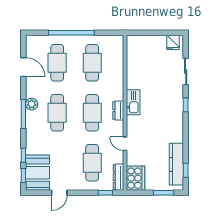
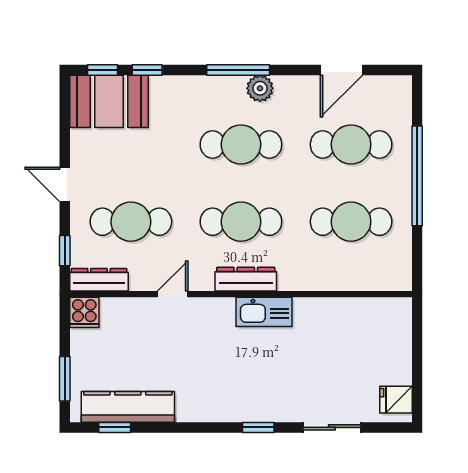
dresser: (118, 111) -> (246, 279), width x1.44
cooker: (136, 178) -> (84, 312), width x0.53, depth x0.76
door: (59, 193) -> (65, 184), moved

